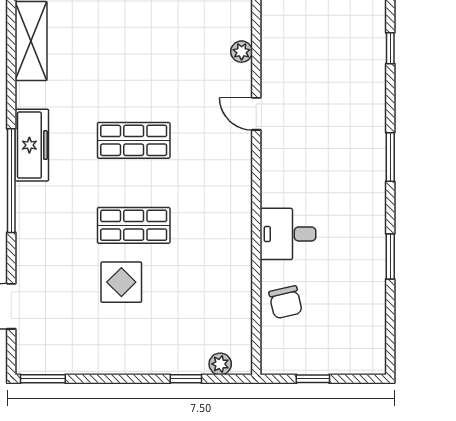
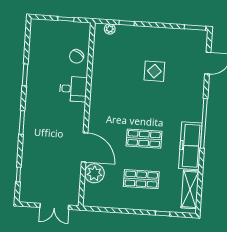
plant: (242, 52) -> (94, 173), width x1.88, depth x1.88
door: (256, 114) -> (85, 147), width x1.88
freezer: (32, 145) -> (190, 146), width x1.36, depth x1.26
shop shelf: (134, 225) -> (141, 179), moved
chair: (286, 302) -> (77, 56), turned -136

